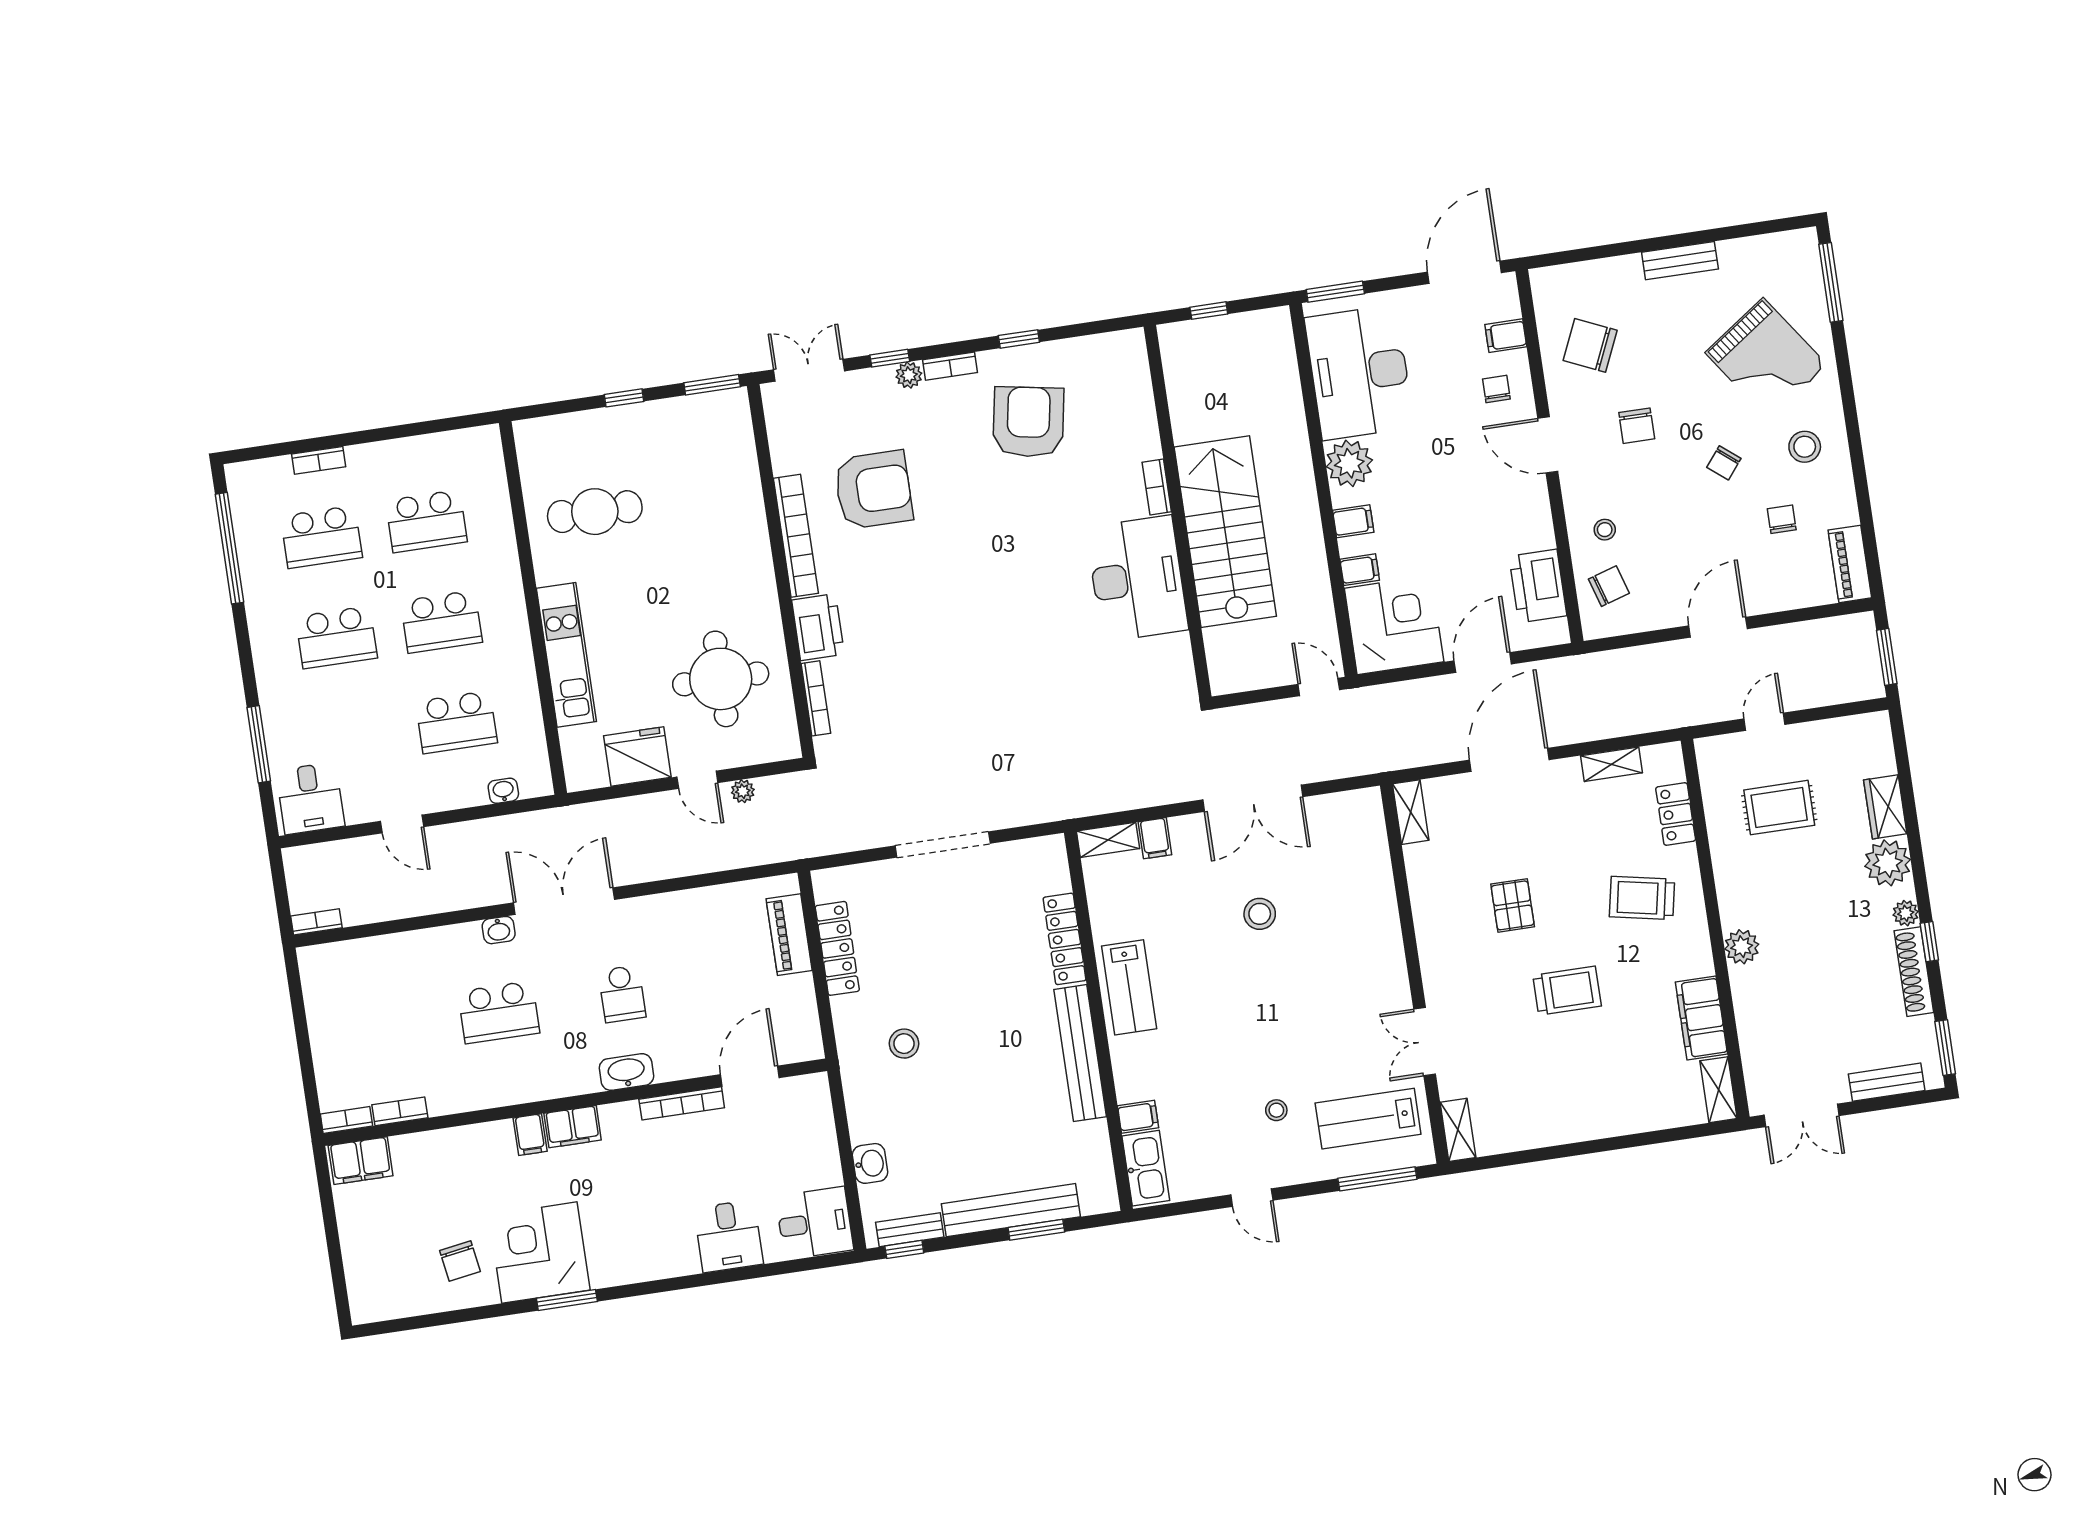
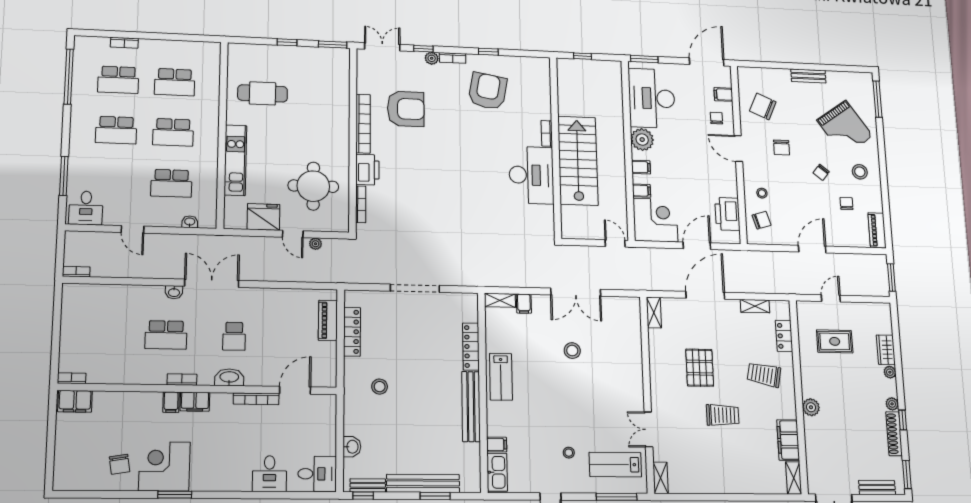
plant: (1888, 863) -> (890, 372), width x0.53, depth x0.53
pallet: (1513, 905) -> (700, 368), width x1.50, depth x1.42
bookcase: (400, 1111) -> (182, 380), moved

